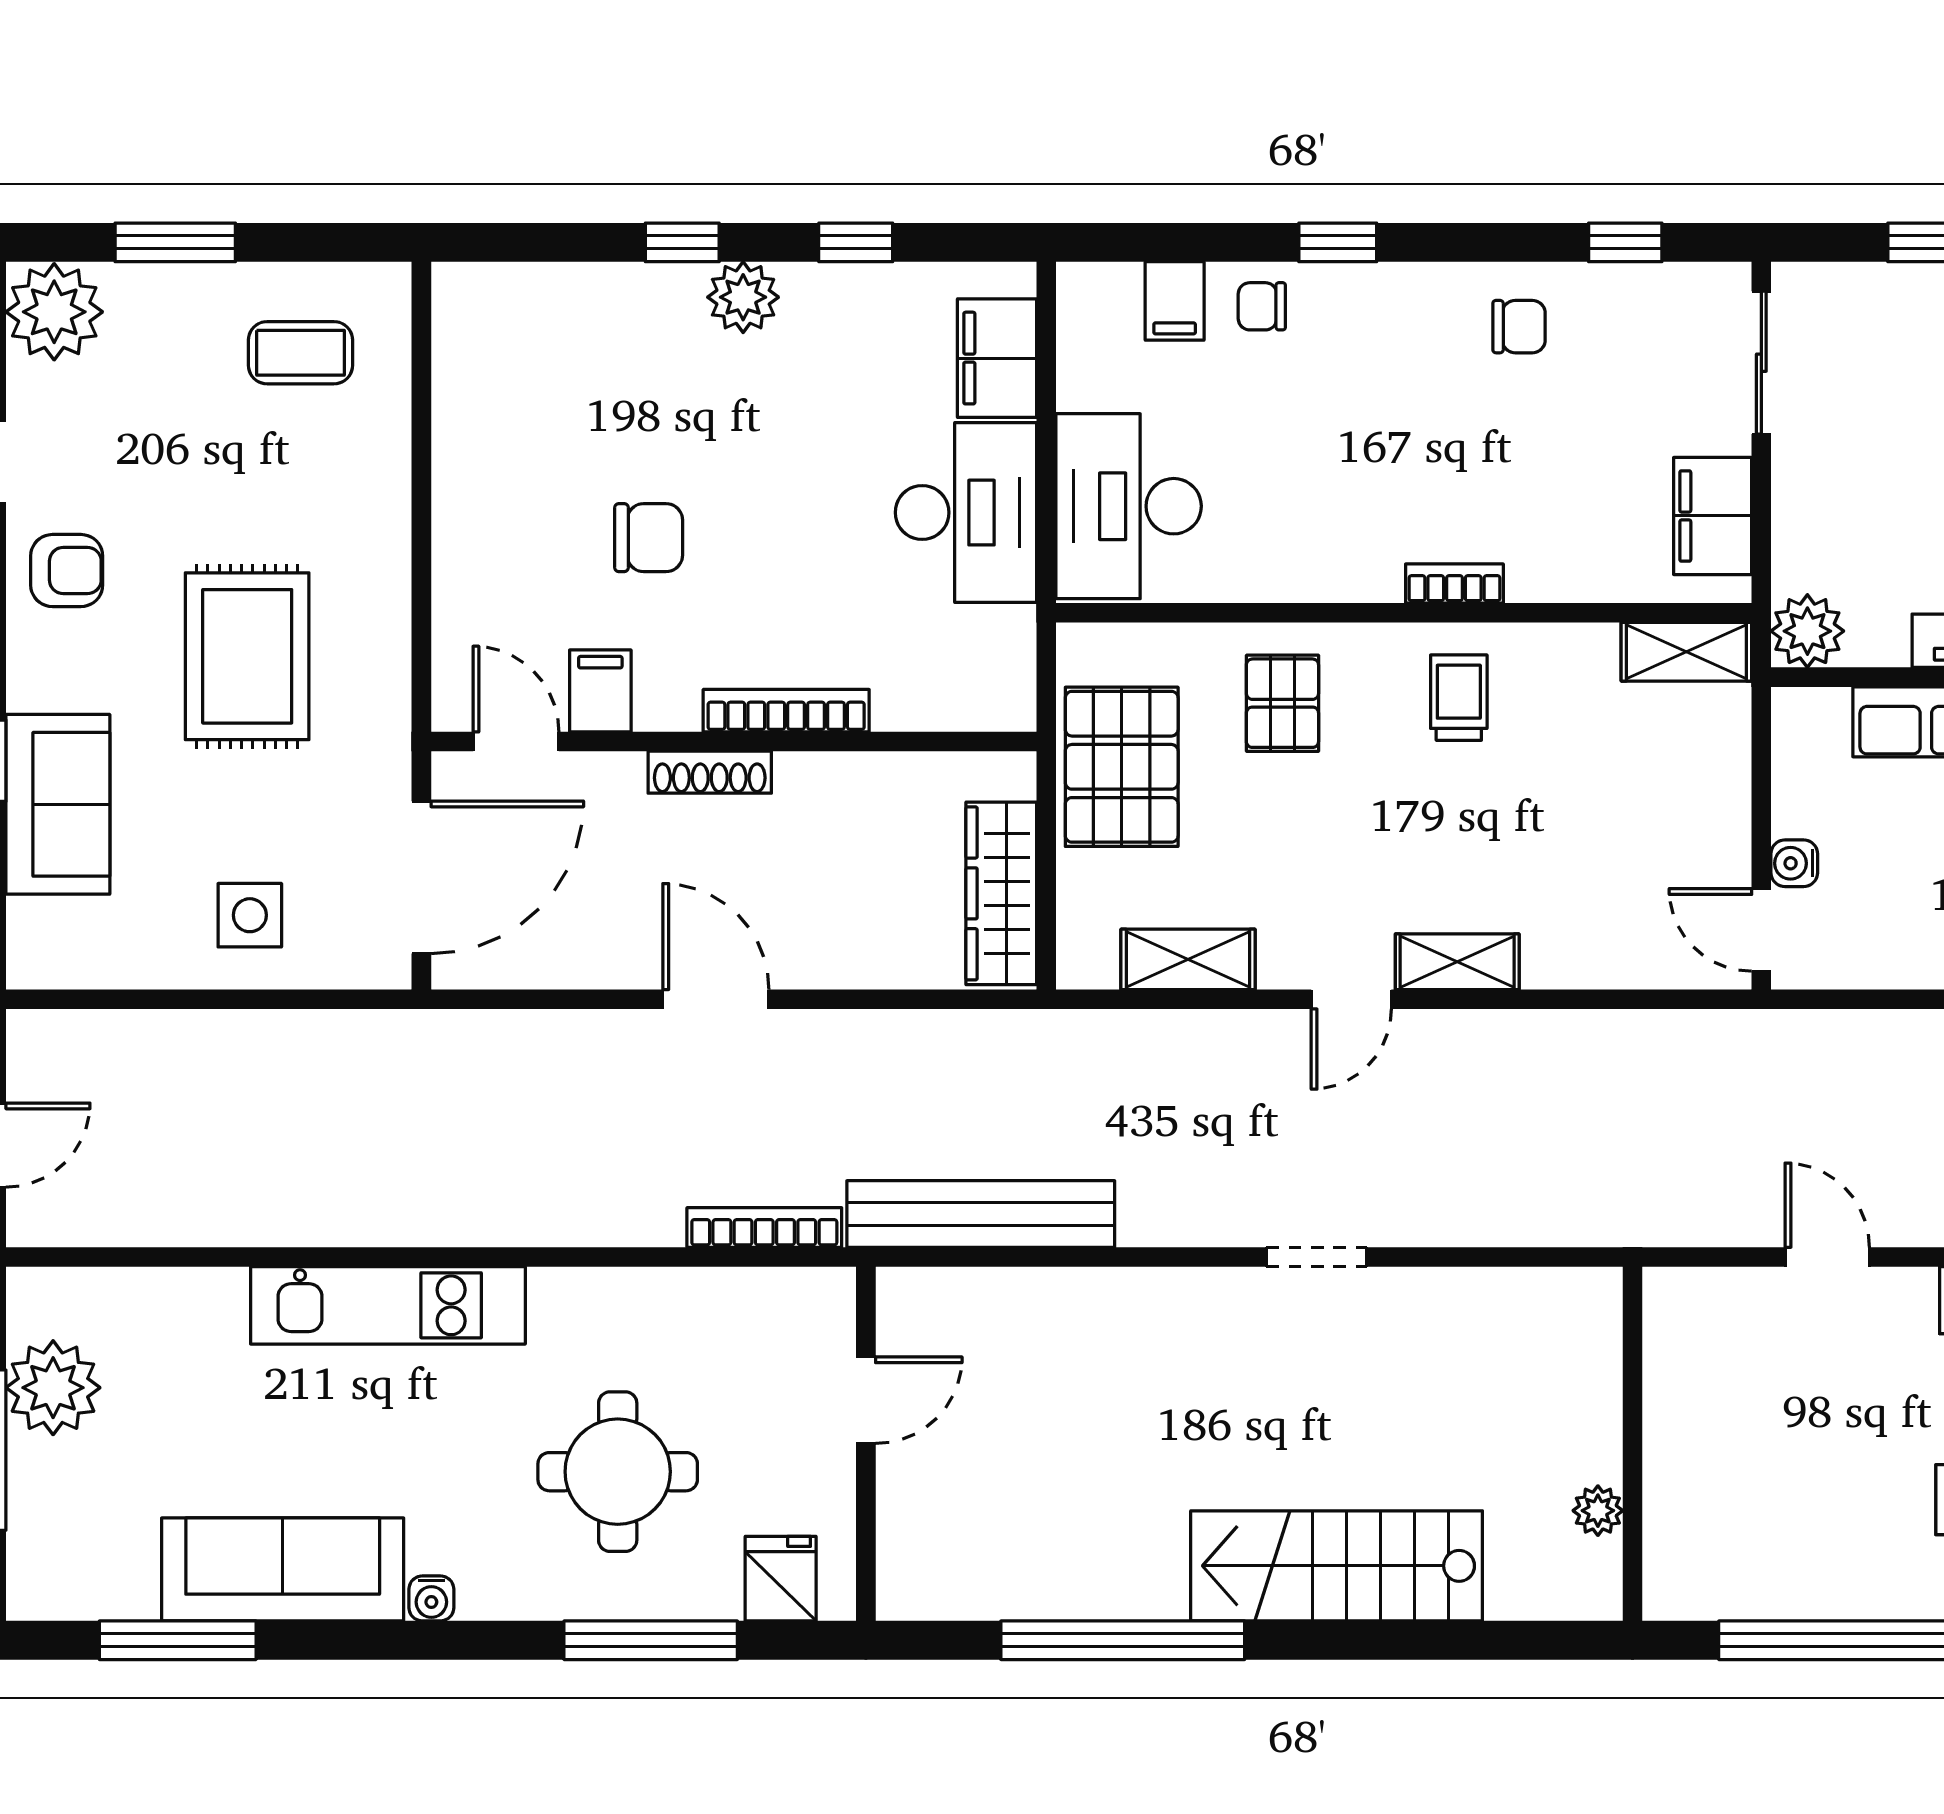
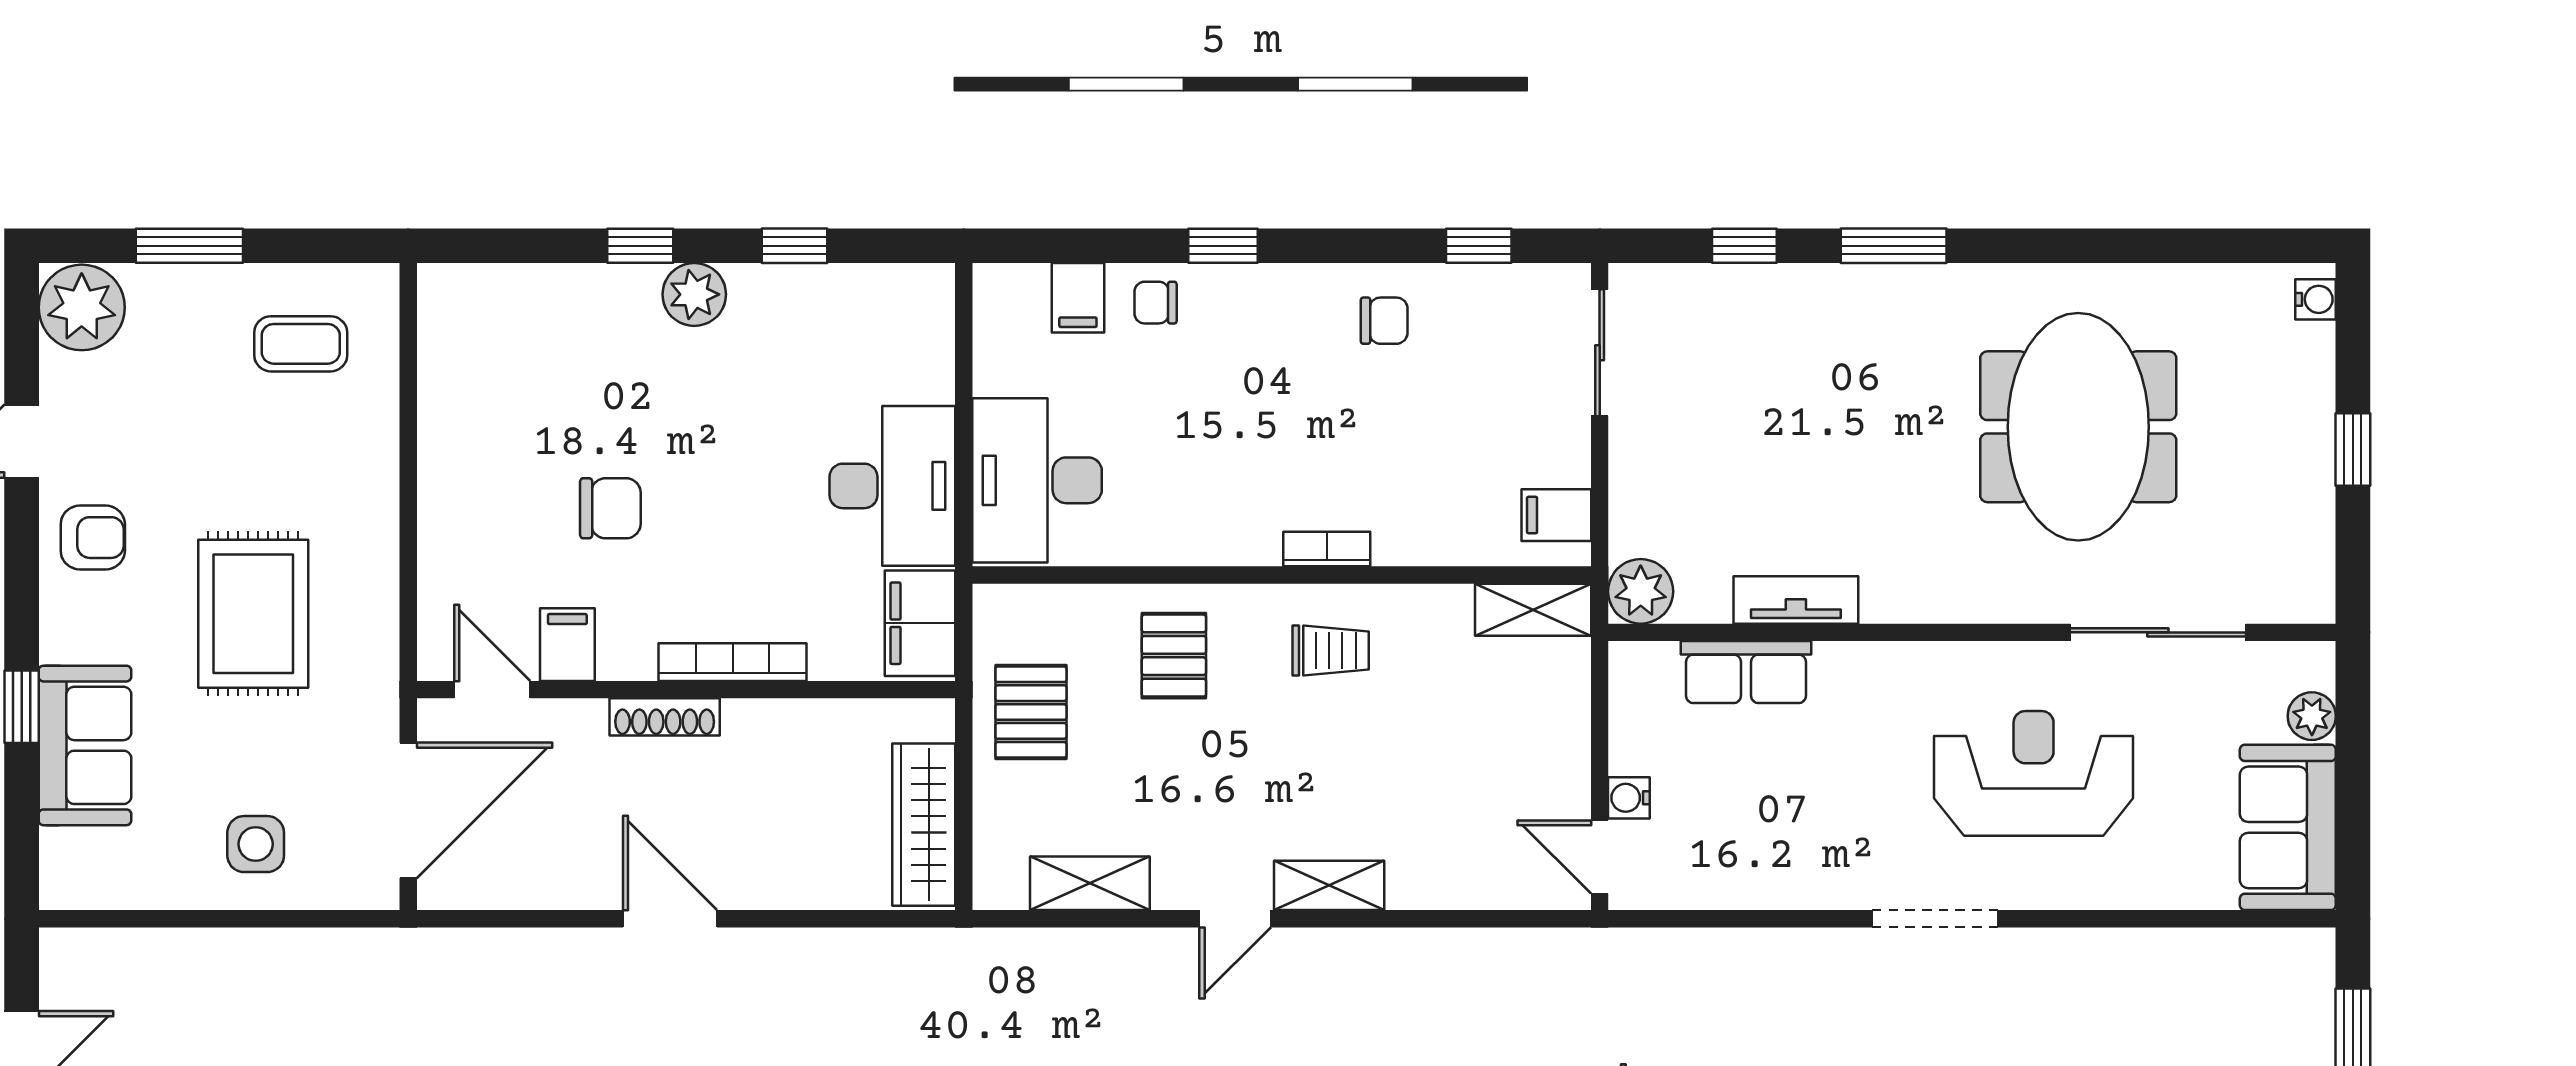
filing cabinet: (997, 358) -> (920, 623), moved
filing cabinet: (1713, 516) -> (1556, 515), width x0.50
trolley: (1459, 698) -> (1331, 651), turned 90
pallet: (1122, 767) -> (1031, 712), width x0.67, depth x0.71

